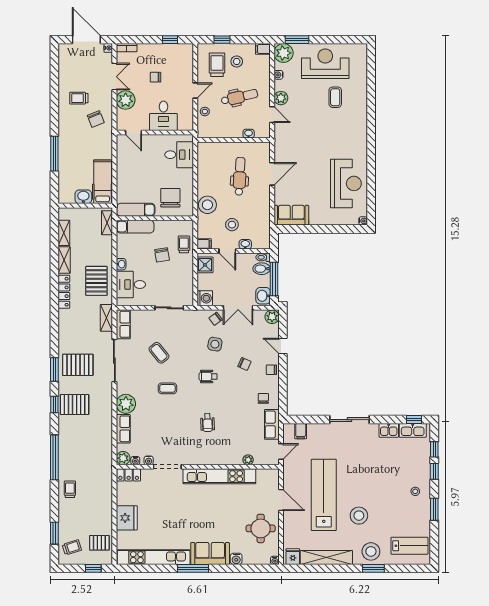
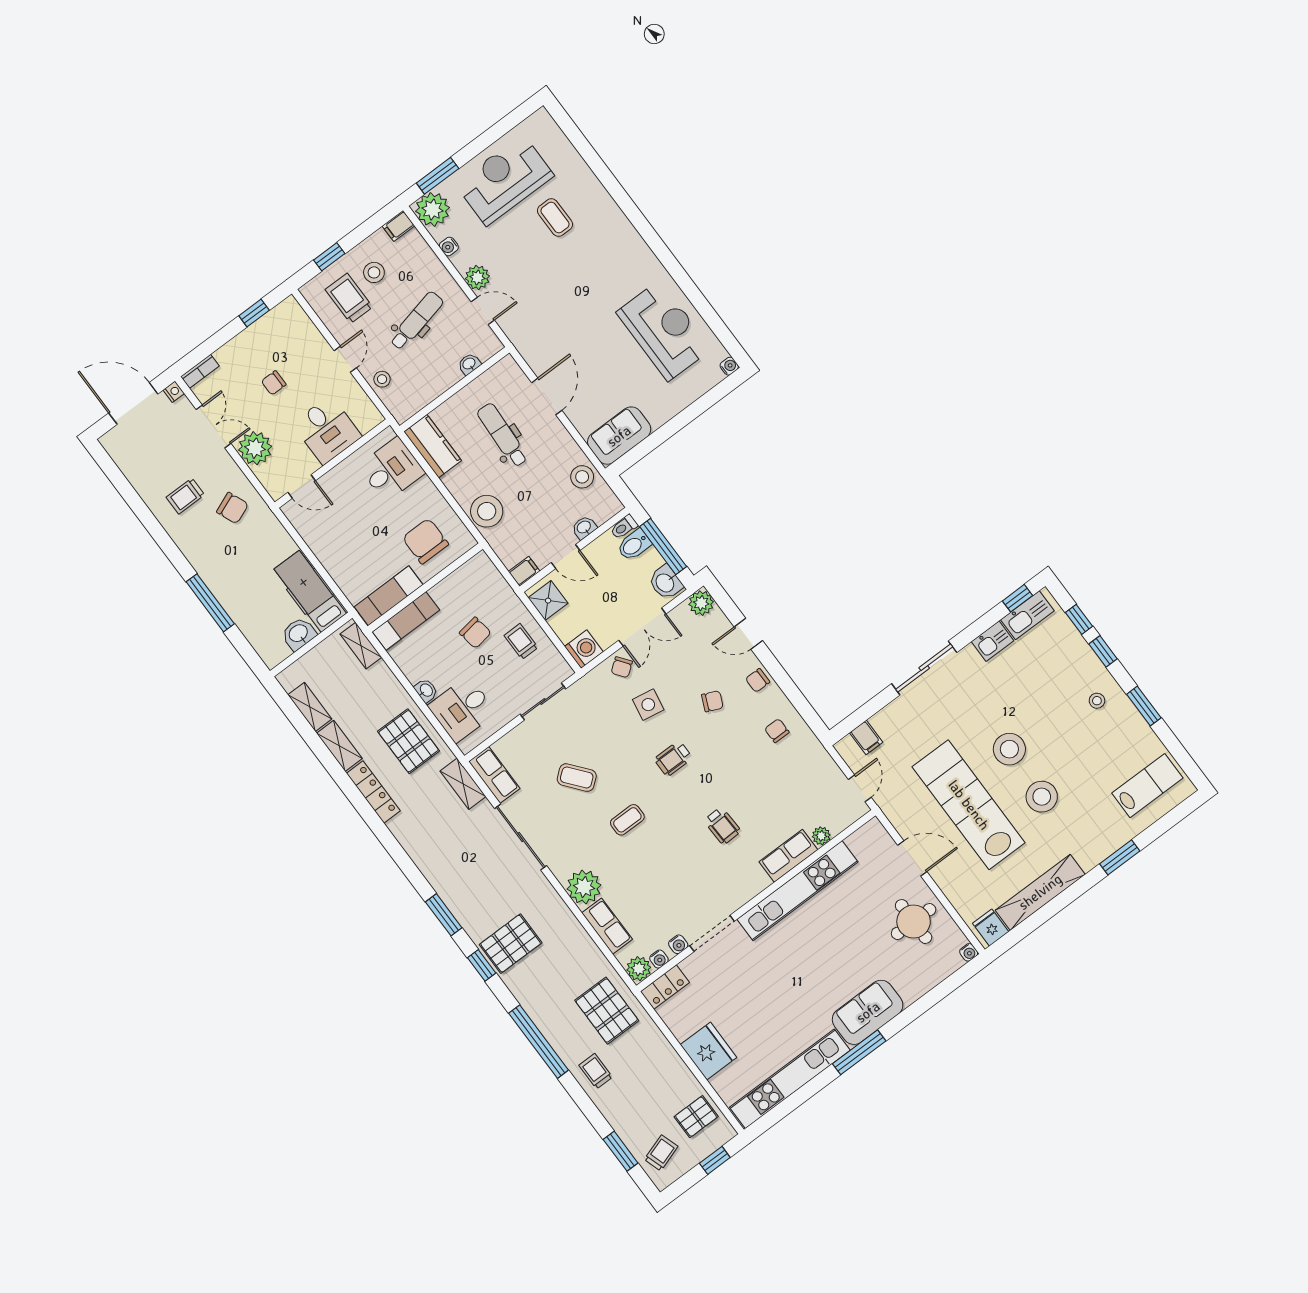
kitchen counter: (205, 158) -> (433, 446), added
stool: (232, 225) -> (582, 477), moved
trolley: (184, 244) -> (521, 641), moved
pallet: (78, 365) -> (607, 1011), moved, turned 90
row of seats: (272, 424) -> (788, 856), moved, turned 90
stool: (371, 551) -> (1009, 749), moved
water cooler: (236, 559) -> (911, 992), removed

